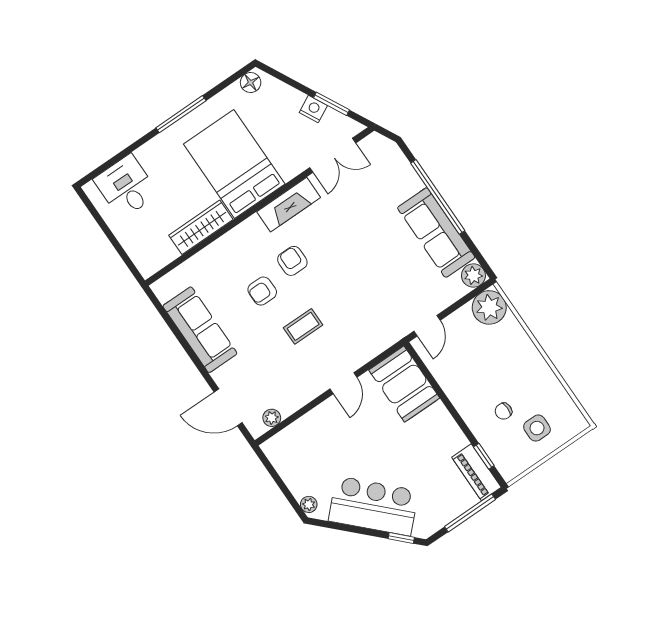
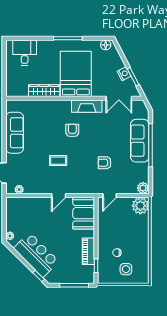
sofa: (436, 233) -> (140, 141), moved
armchair: (262, 291) -> (105, 163), moved
piano: (476, 472) -> (88, 251), moved

